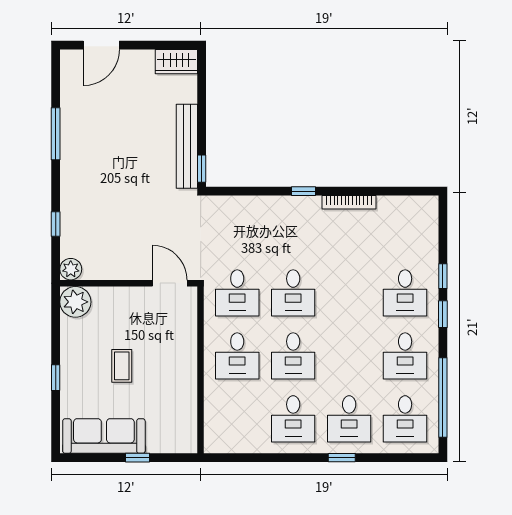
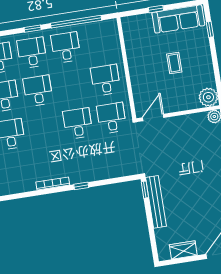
wardrobe: (176, 62) -> (183, 250), moved
door: (170, 283) -> (153, 118), swing flipped
desk: (293, 356) -> (38, 91), moved
window: (56, 378) -> (210, 29), moved
window: (270, 458) -> (76, 22), added

